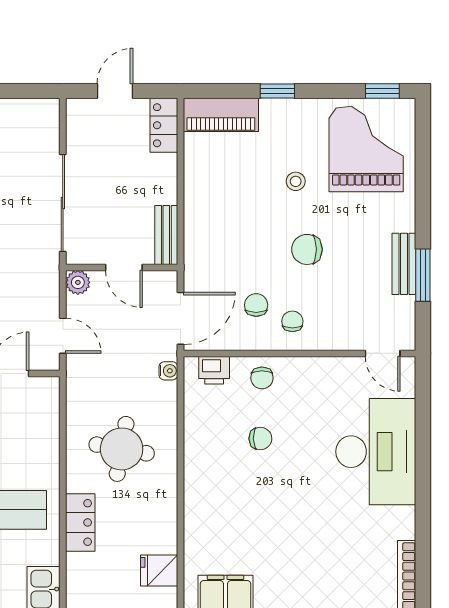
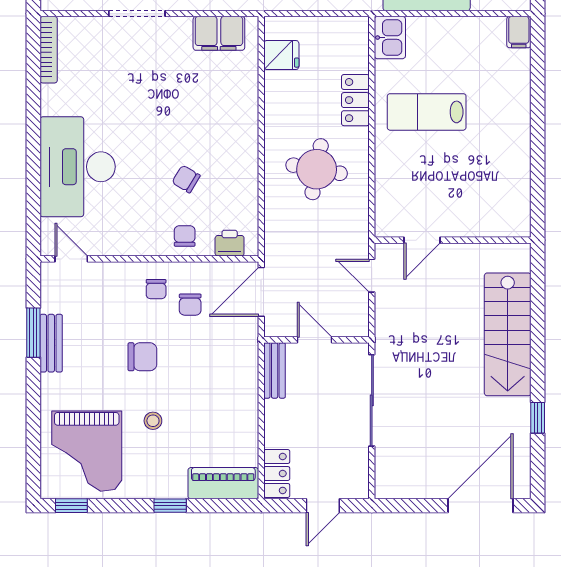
plant: (78, 282) -> (358, 326), removed
water cooler: (168, 371) -> (273, 243), removed
chair: (260, 439) -> (186, 179), turned 33

